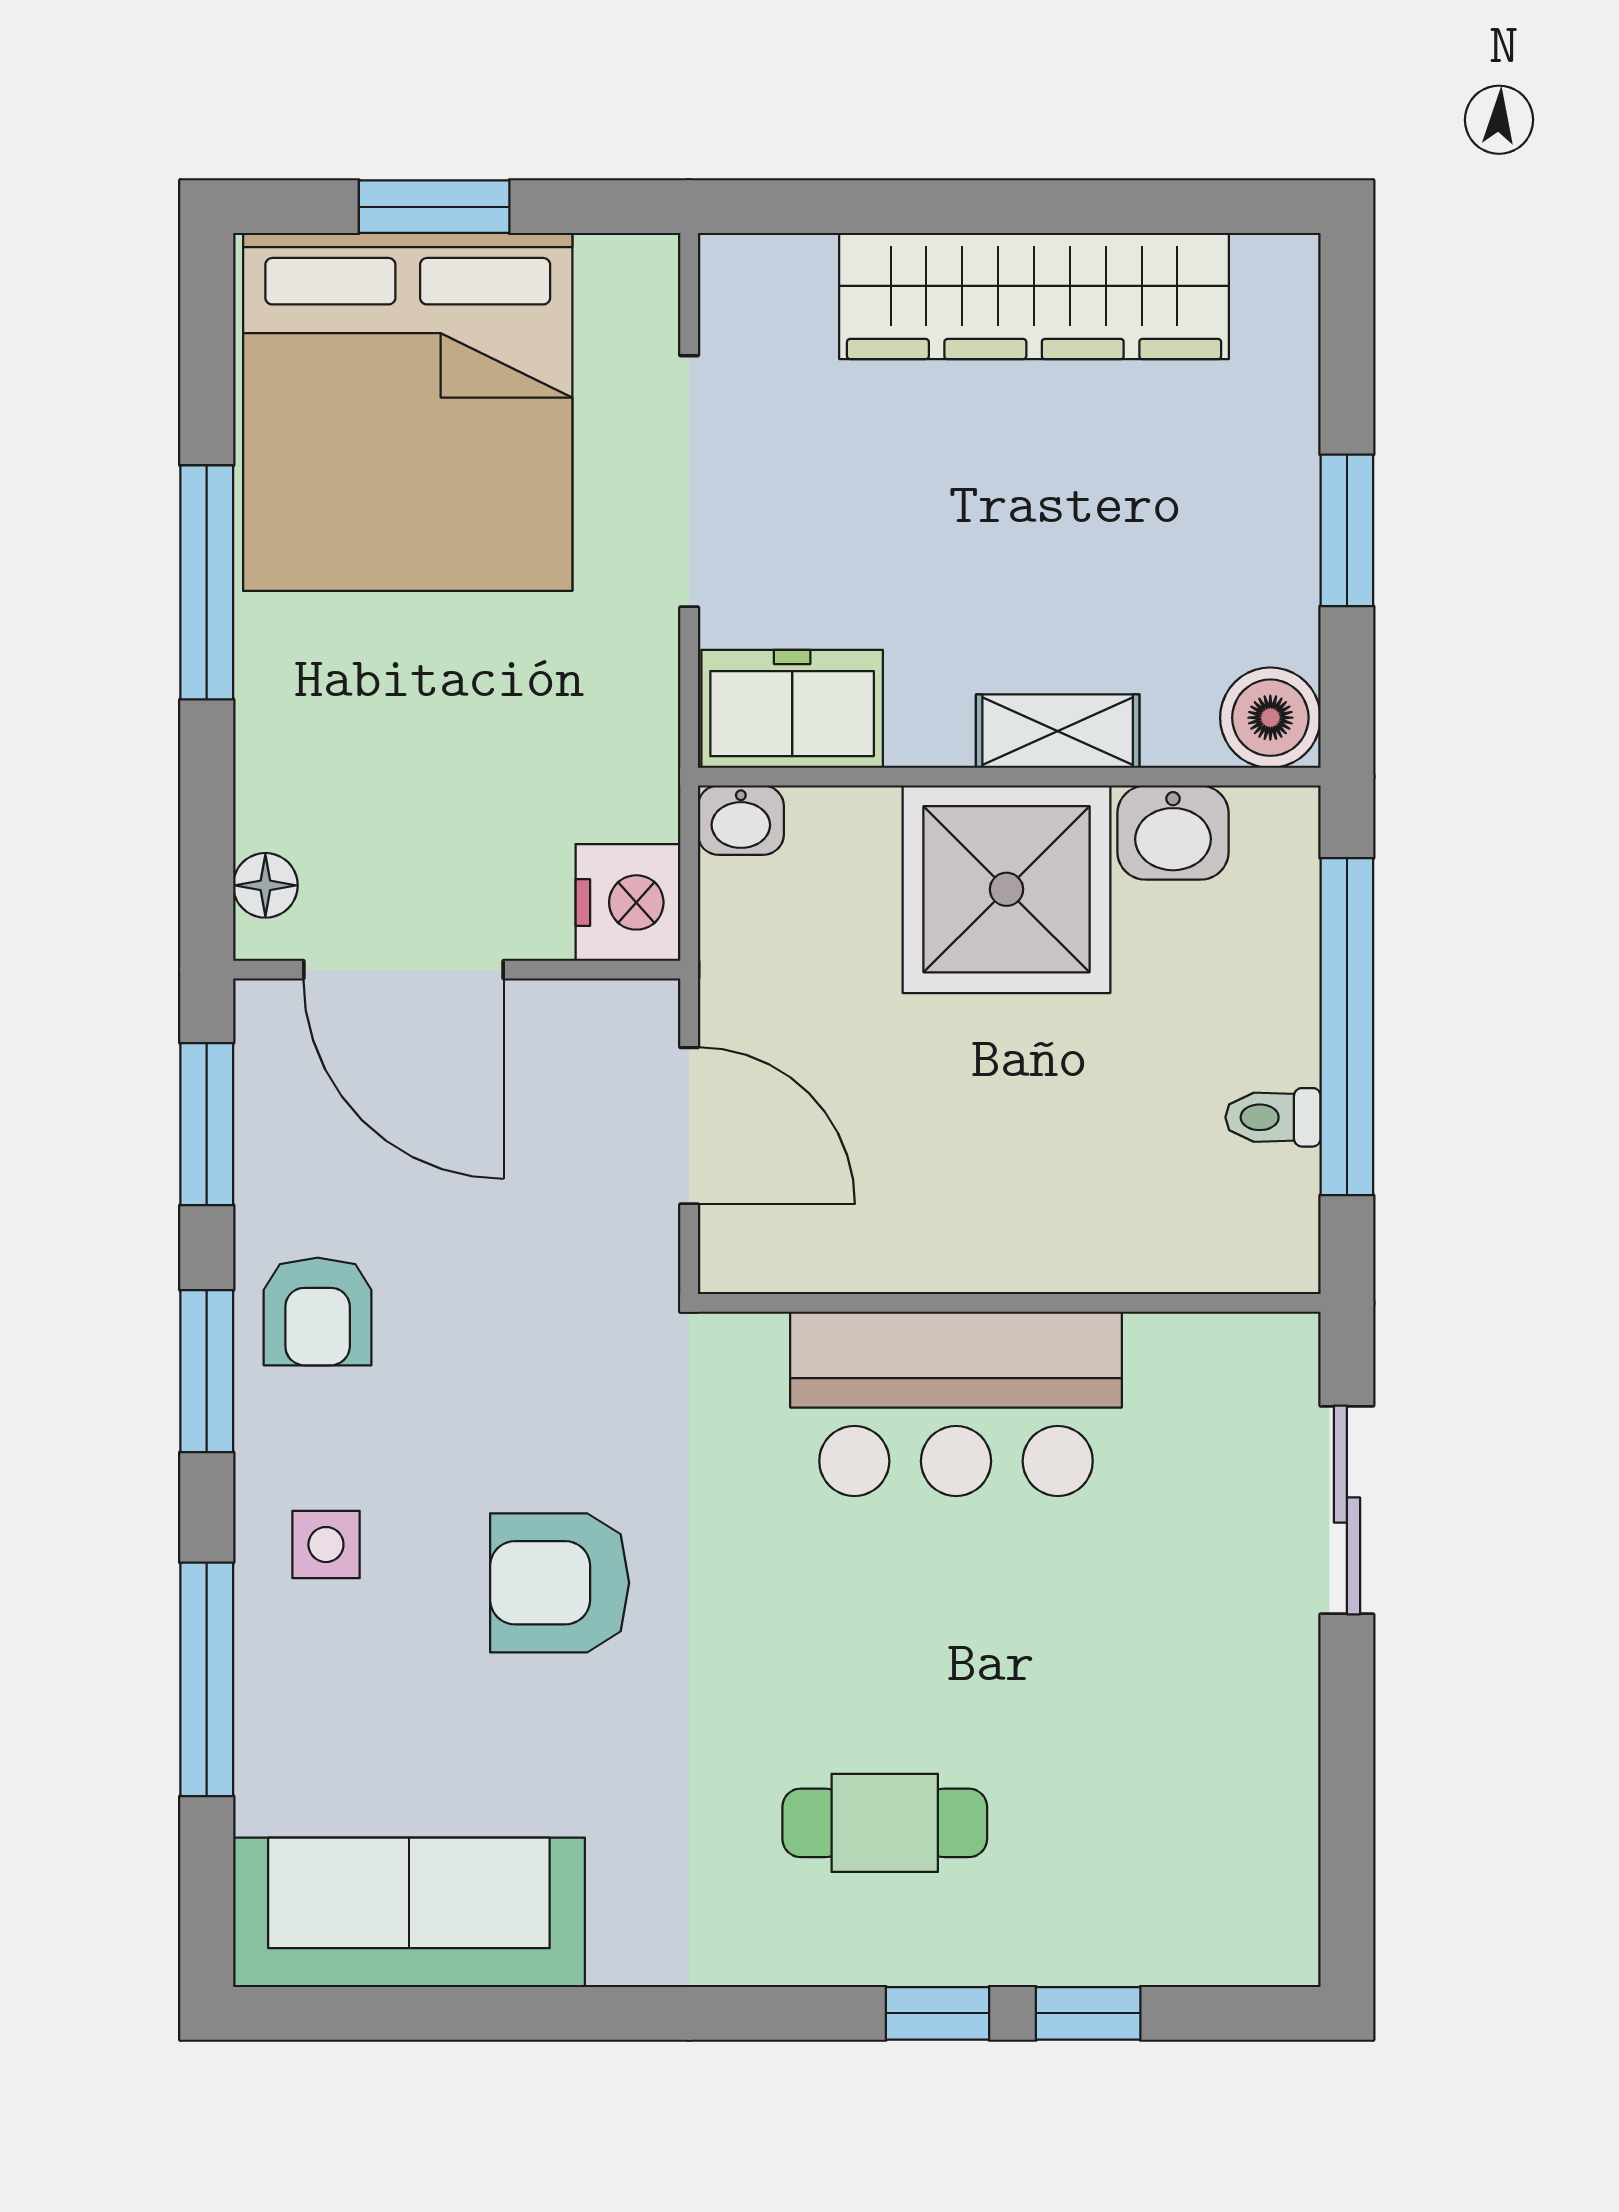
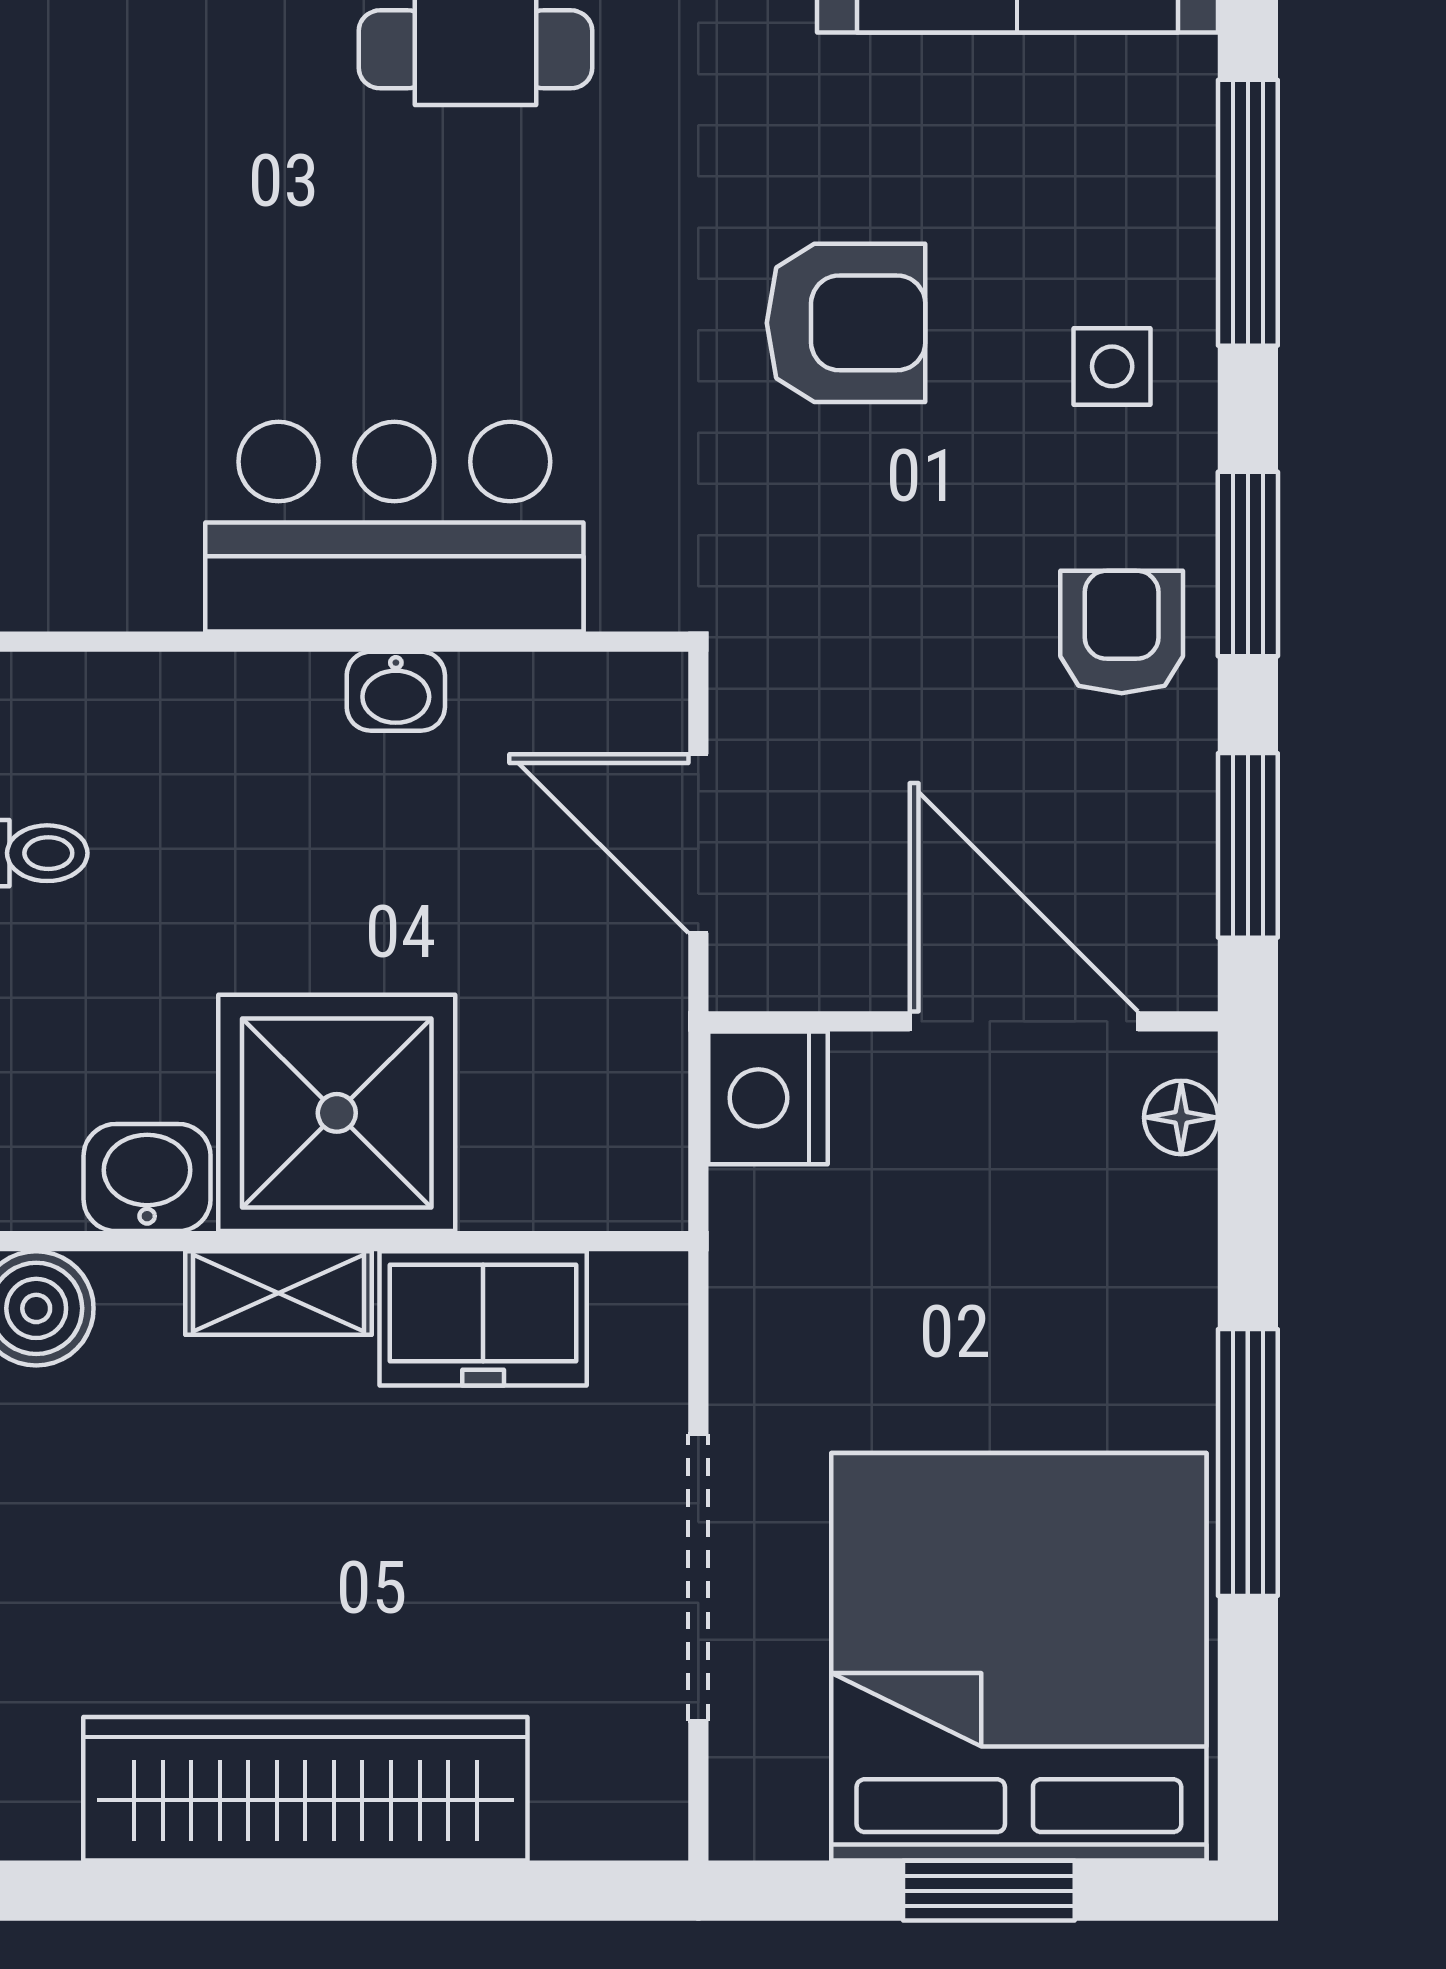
freezer: (792, 709) -> (483, 1318), moved
washbasin: (741, 820) -> (396, 691), moved, turned 180

